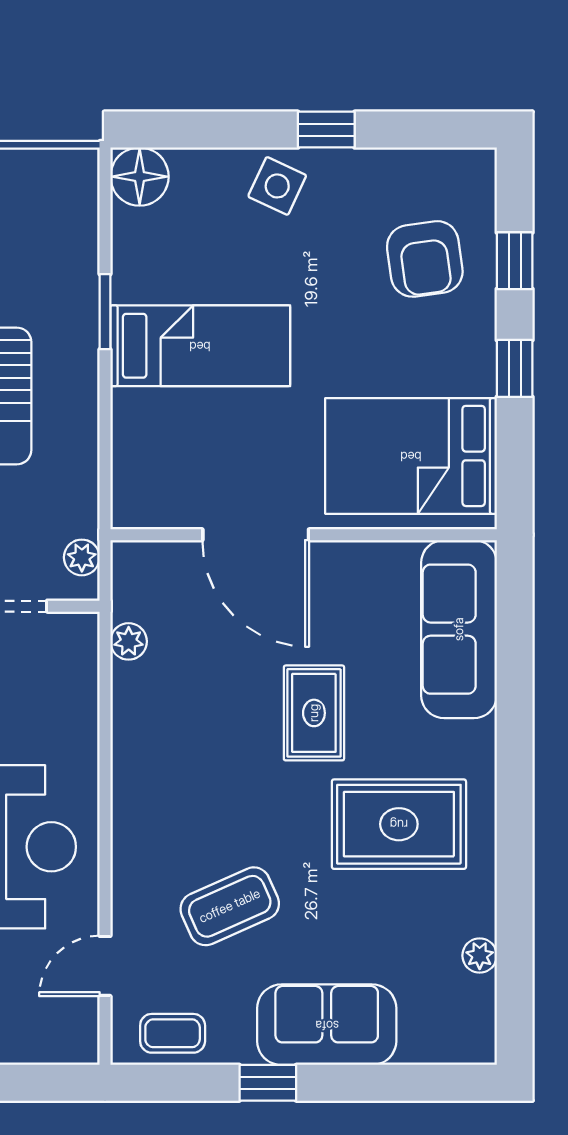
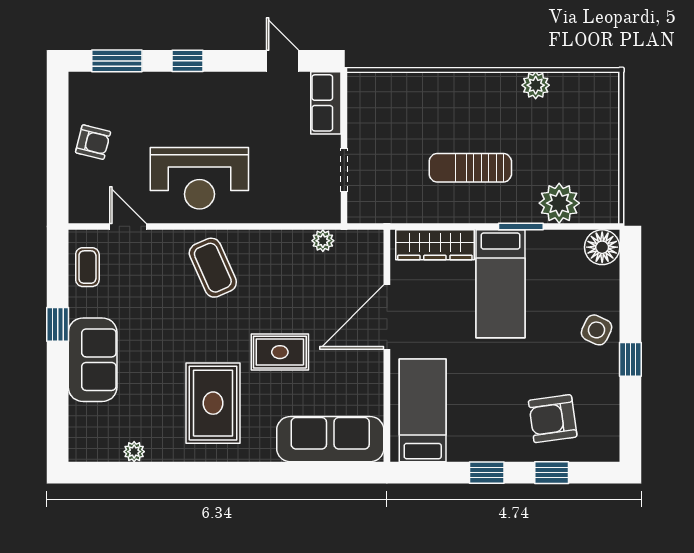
wardrobe: (136, 455) -> (435, 245), added
bed: (411, 456) -> (423, 410), width x0.67
plant: (82, 557) -> (559, 203), moved, width x1.87, depth x1.87
coffee table: (230, 906) -> (213, 268), moved

